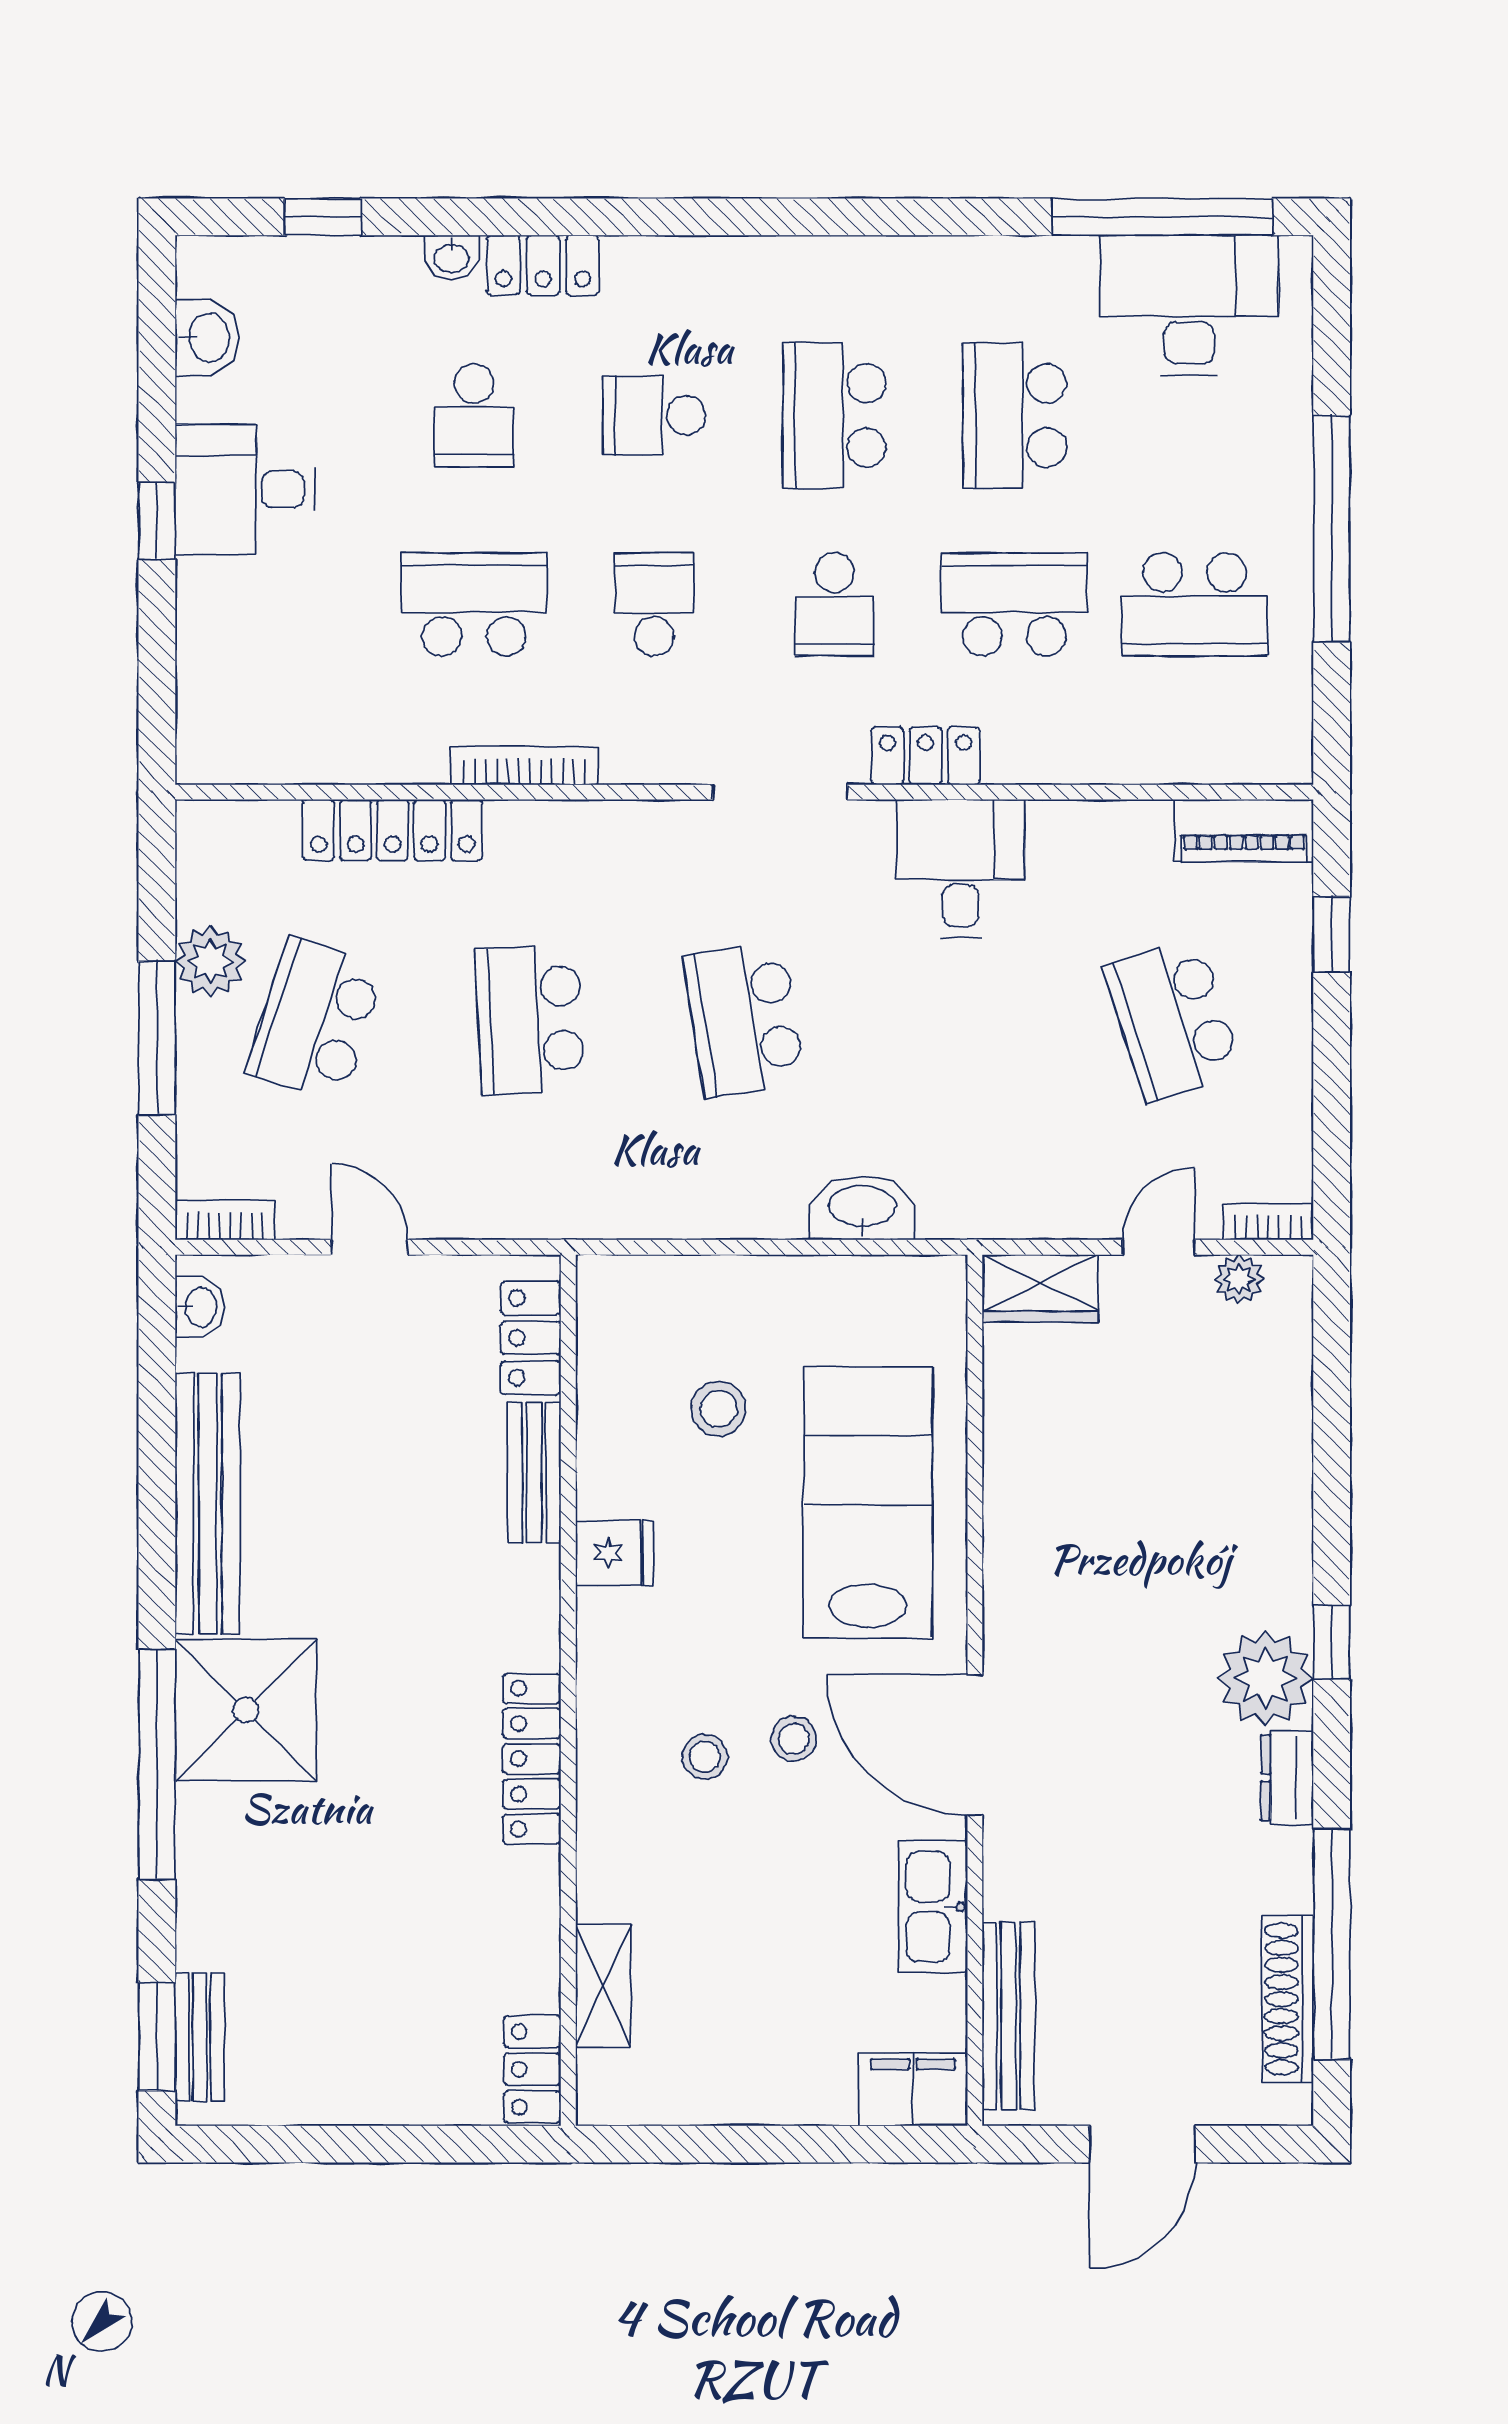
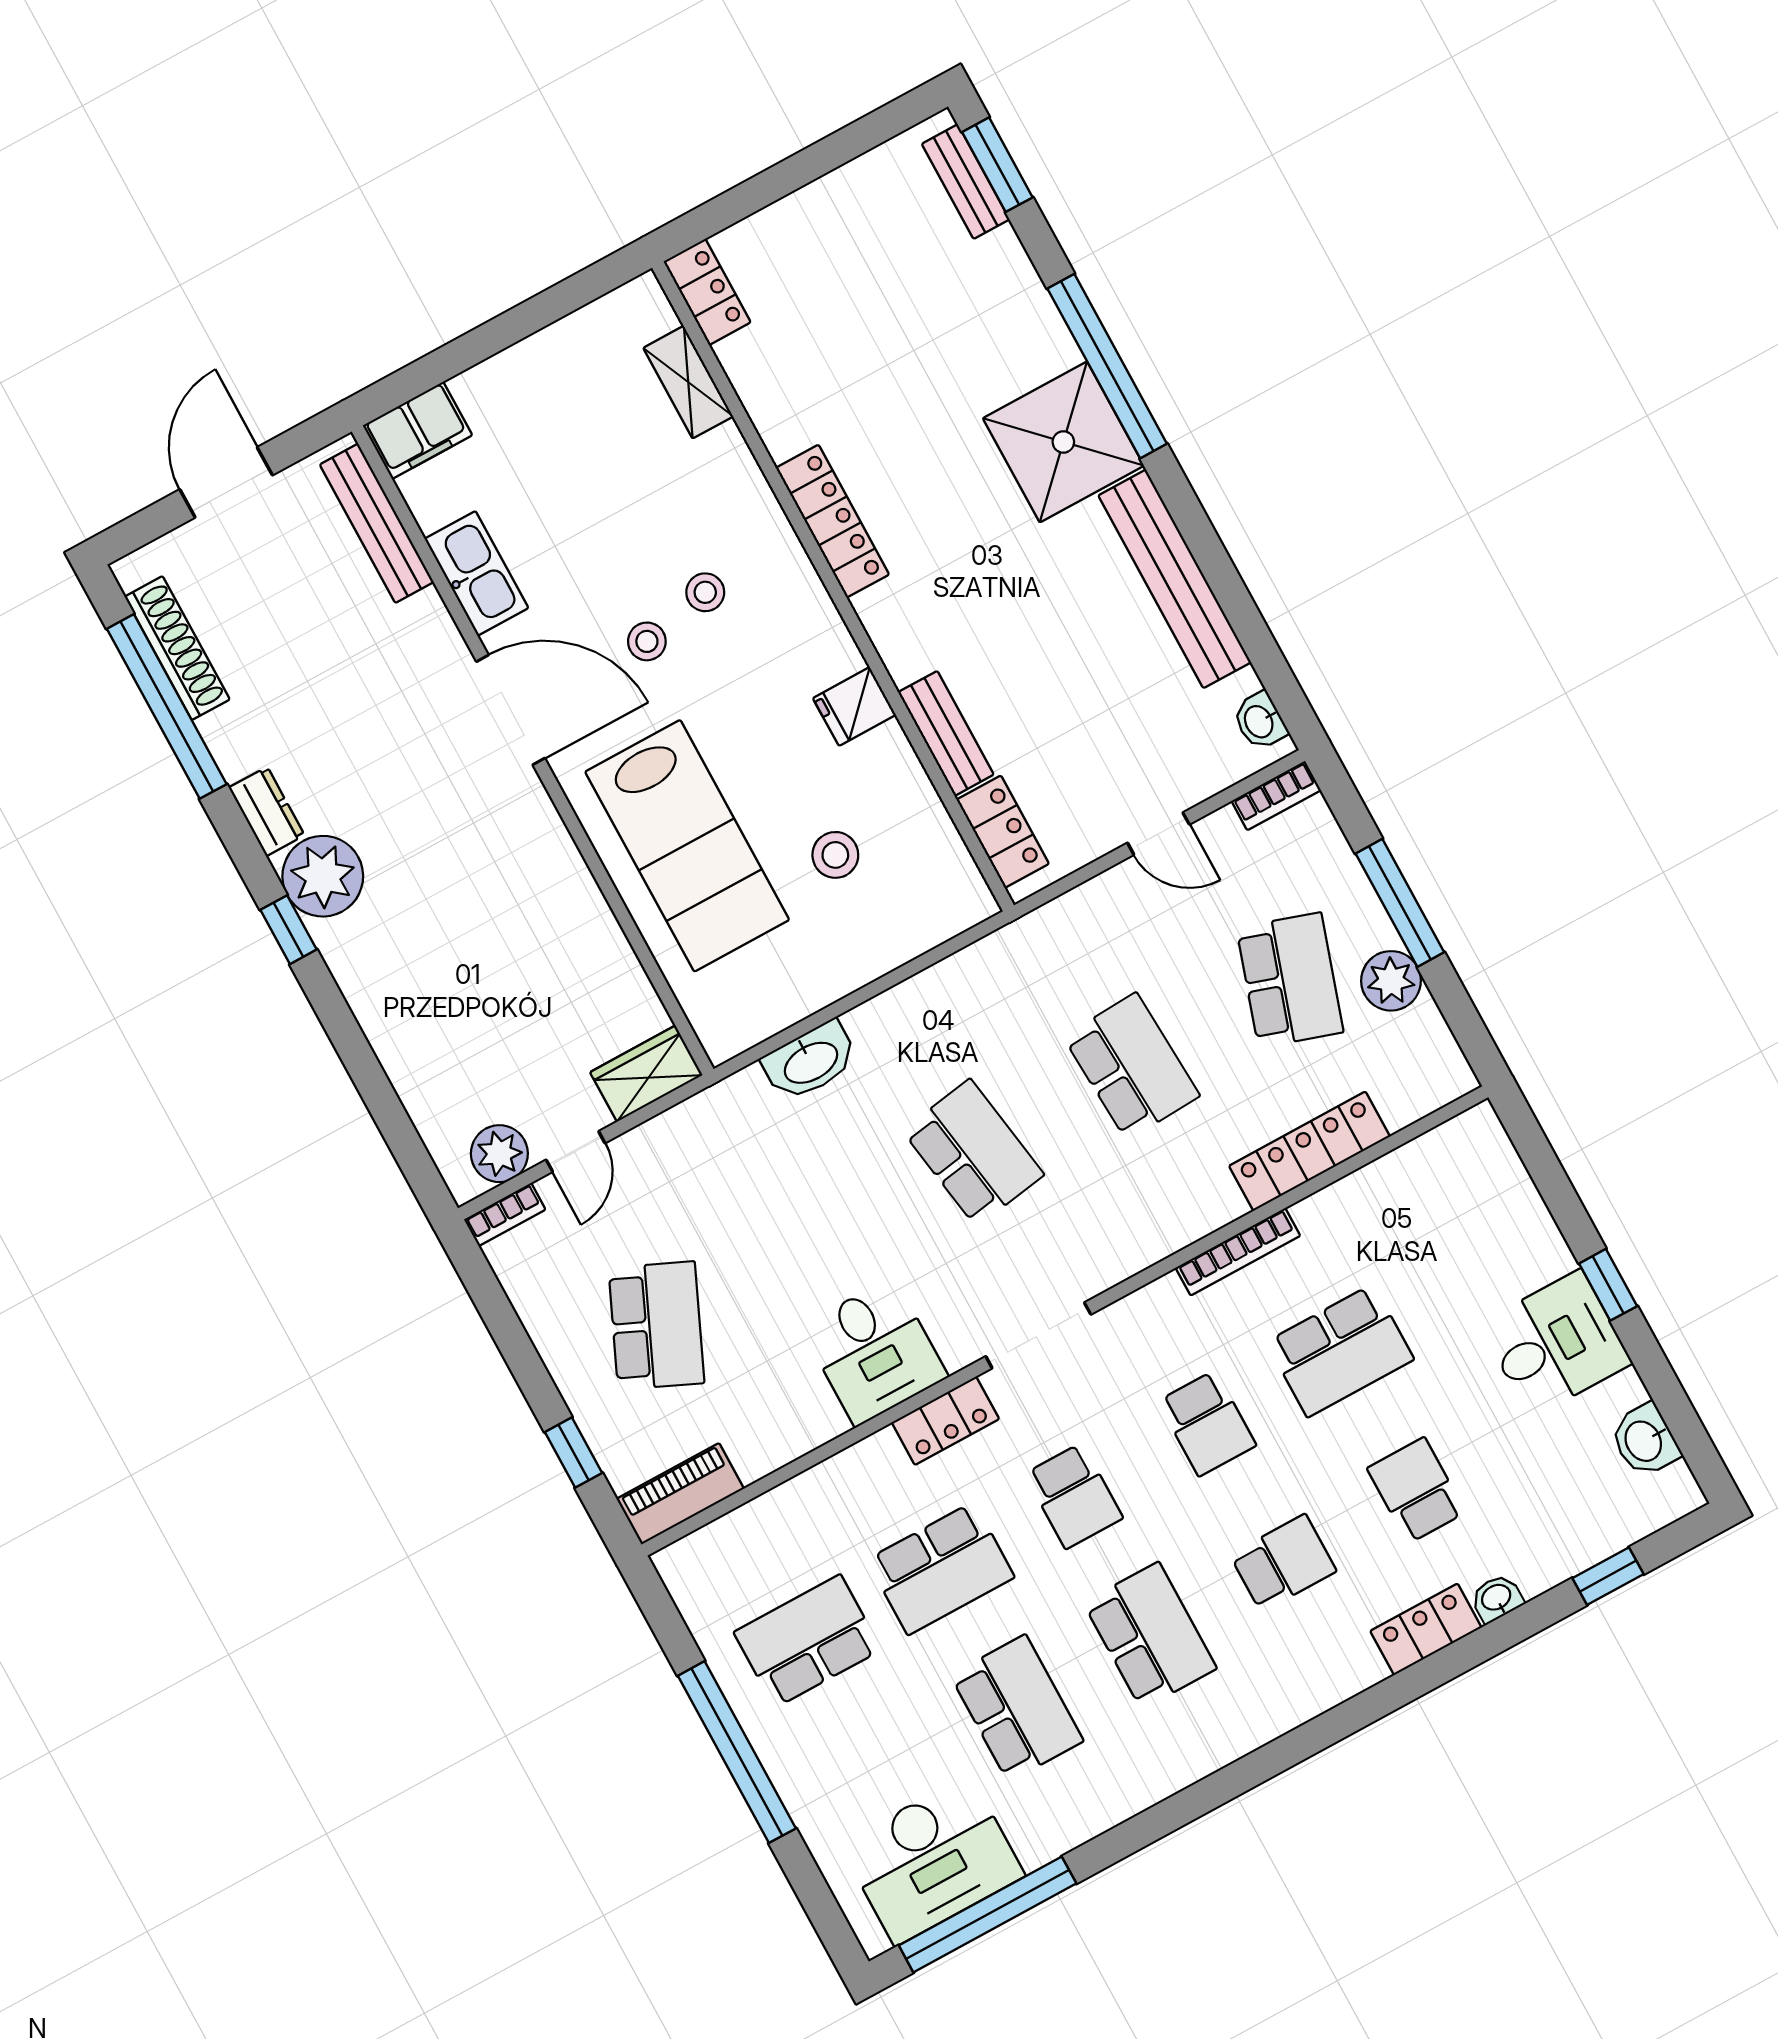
school desk: (834, 604) -> (1074, 1496), turned 180
school desk: (1173, 1020) -> (656, 1325), turned 42
plant: (1239, 1279) -> (499, 1154), width x1.38, depth x1.38

